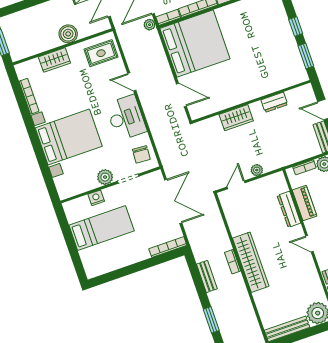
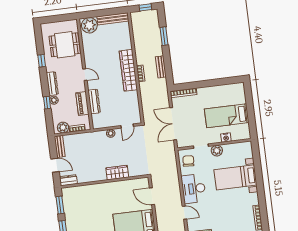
dresser: (274, 102) -> (68, 180), moved
bed with nightstands: (69, 137) -> (235, 177), width x0.73

